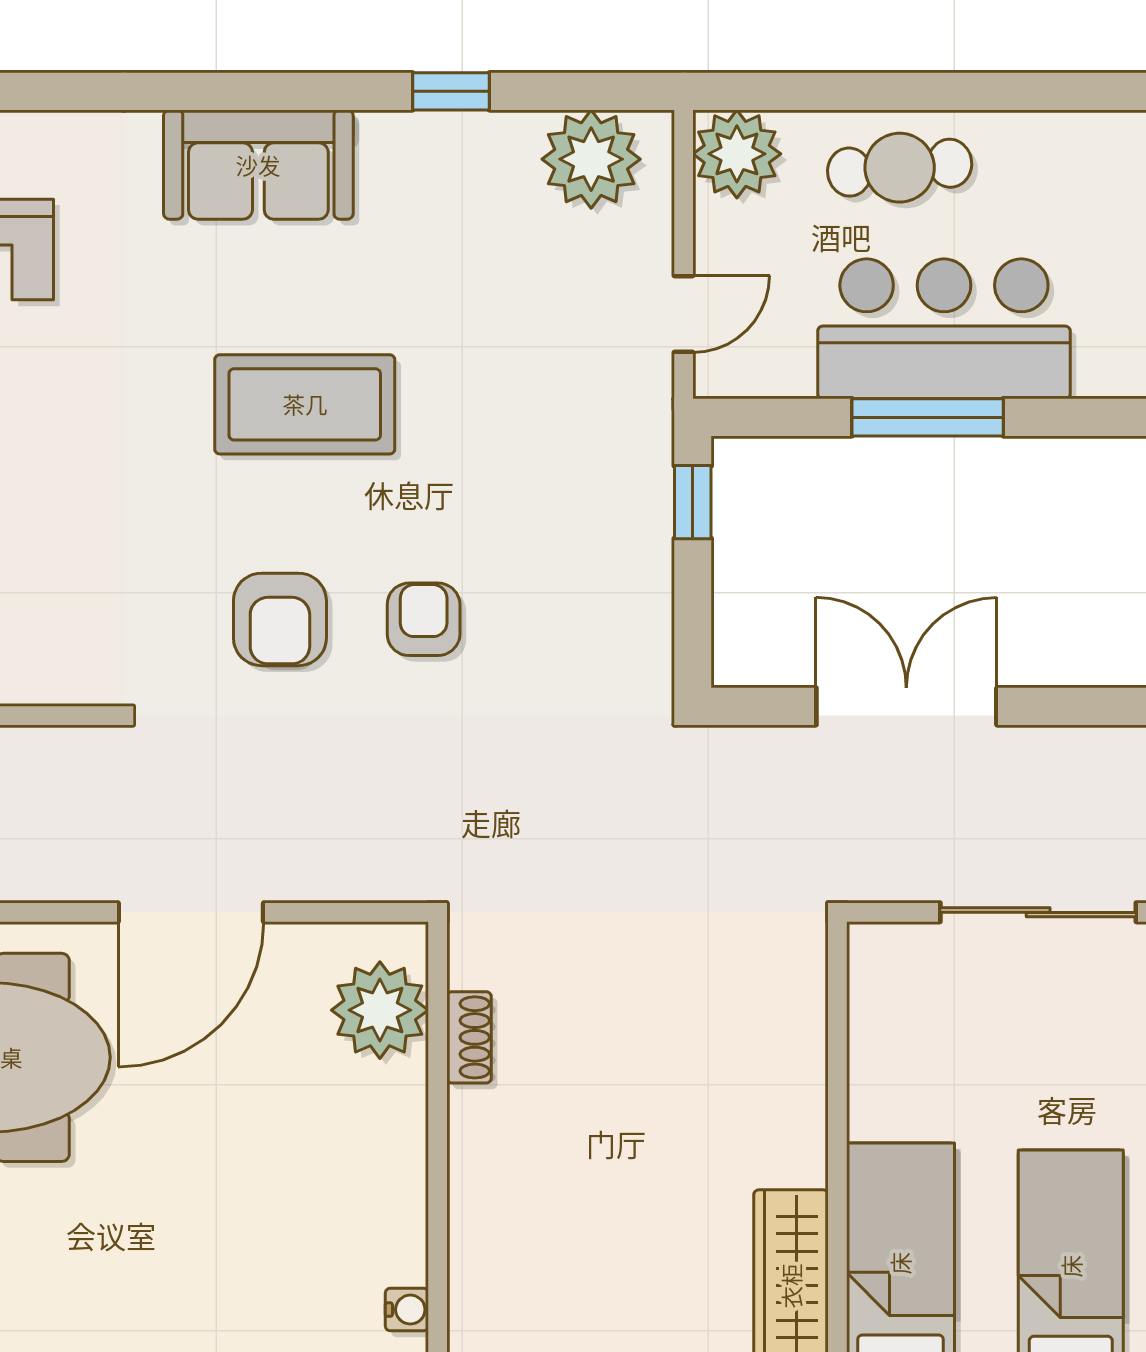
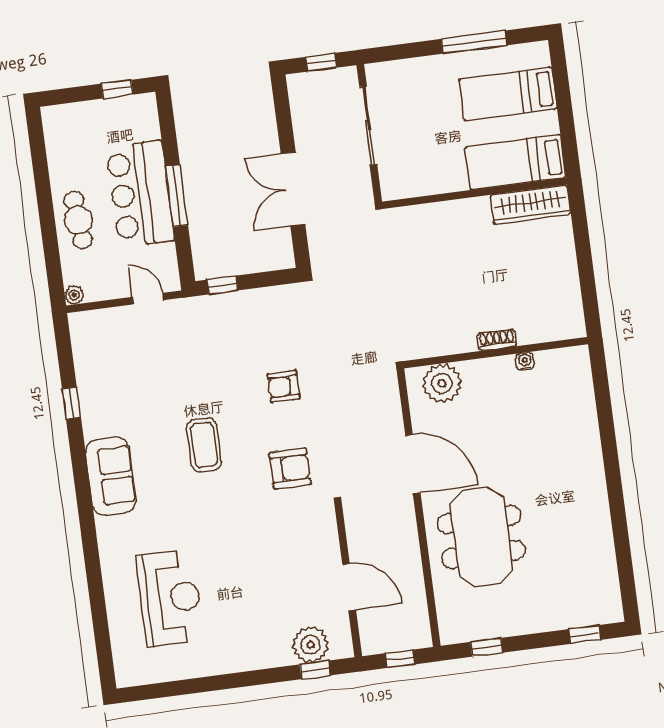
plant: (737, 154) -> (74, 295), width x0.53, depth x0.53
plant: (591, 159) -> (91, 344), removed
coffee table: (305, 404) -> (204, 445), width x0.73, depth x0.76
armchair: (280, 619) -> (290, 468), moved
shoe rack: (469, 1037) -> (497, 340), moved
water cooler: (407, 1310) -> (525, 361), moved

